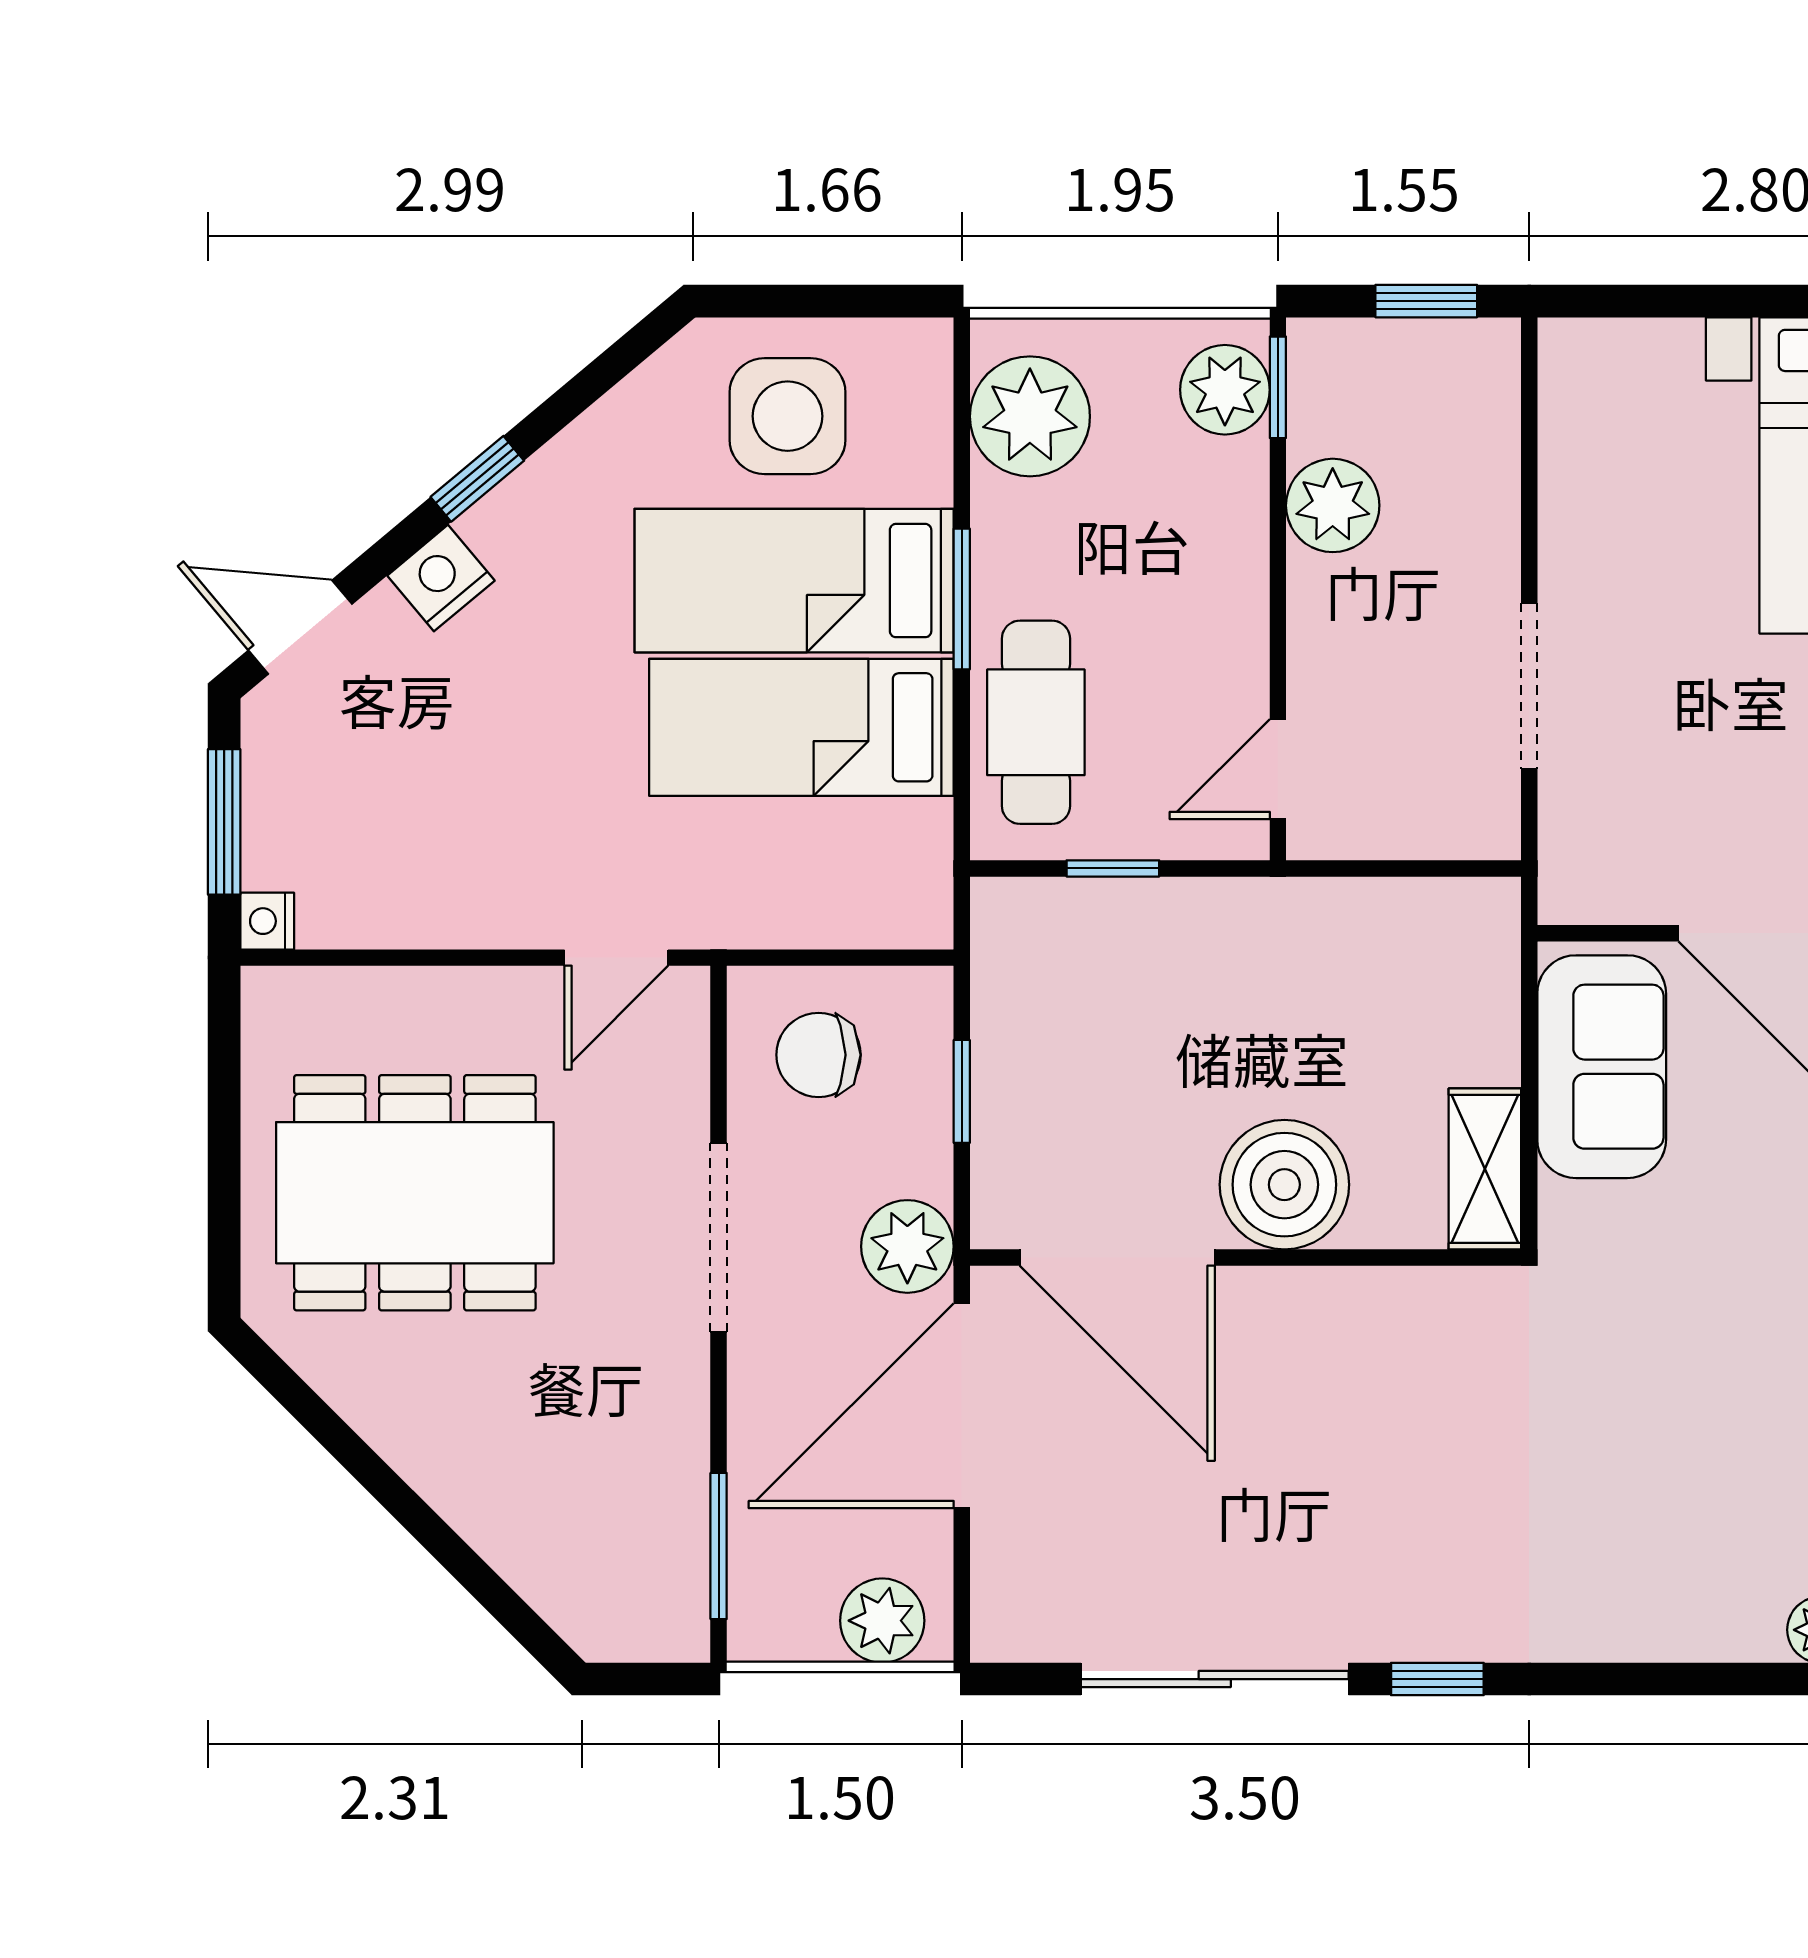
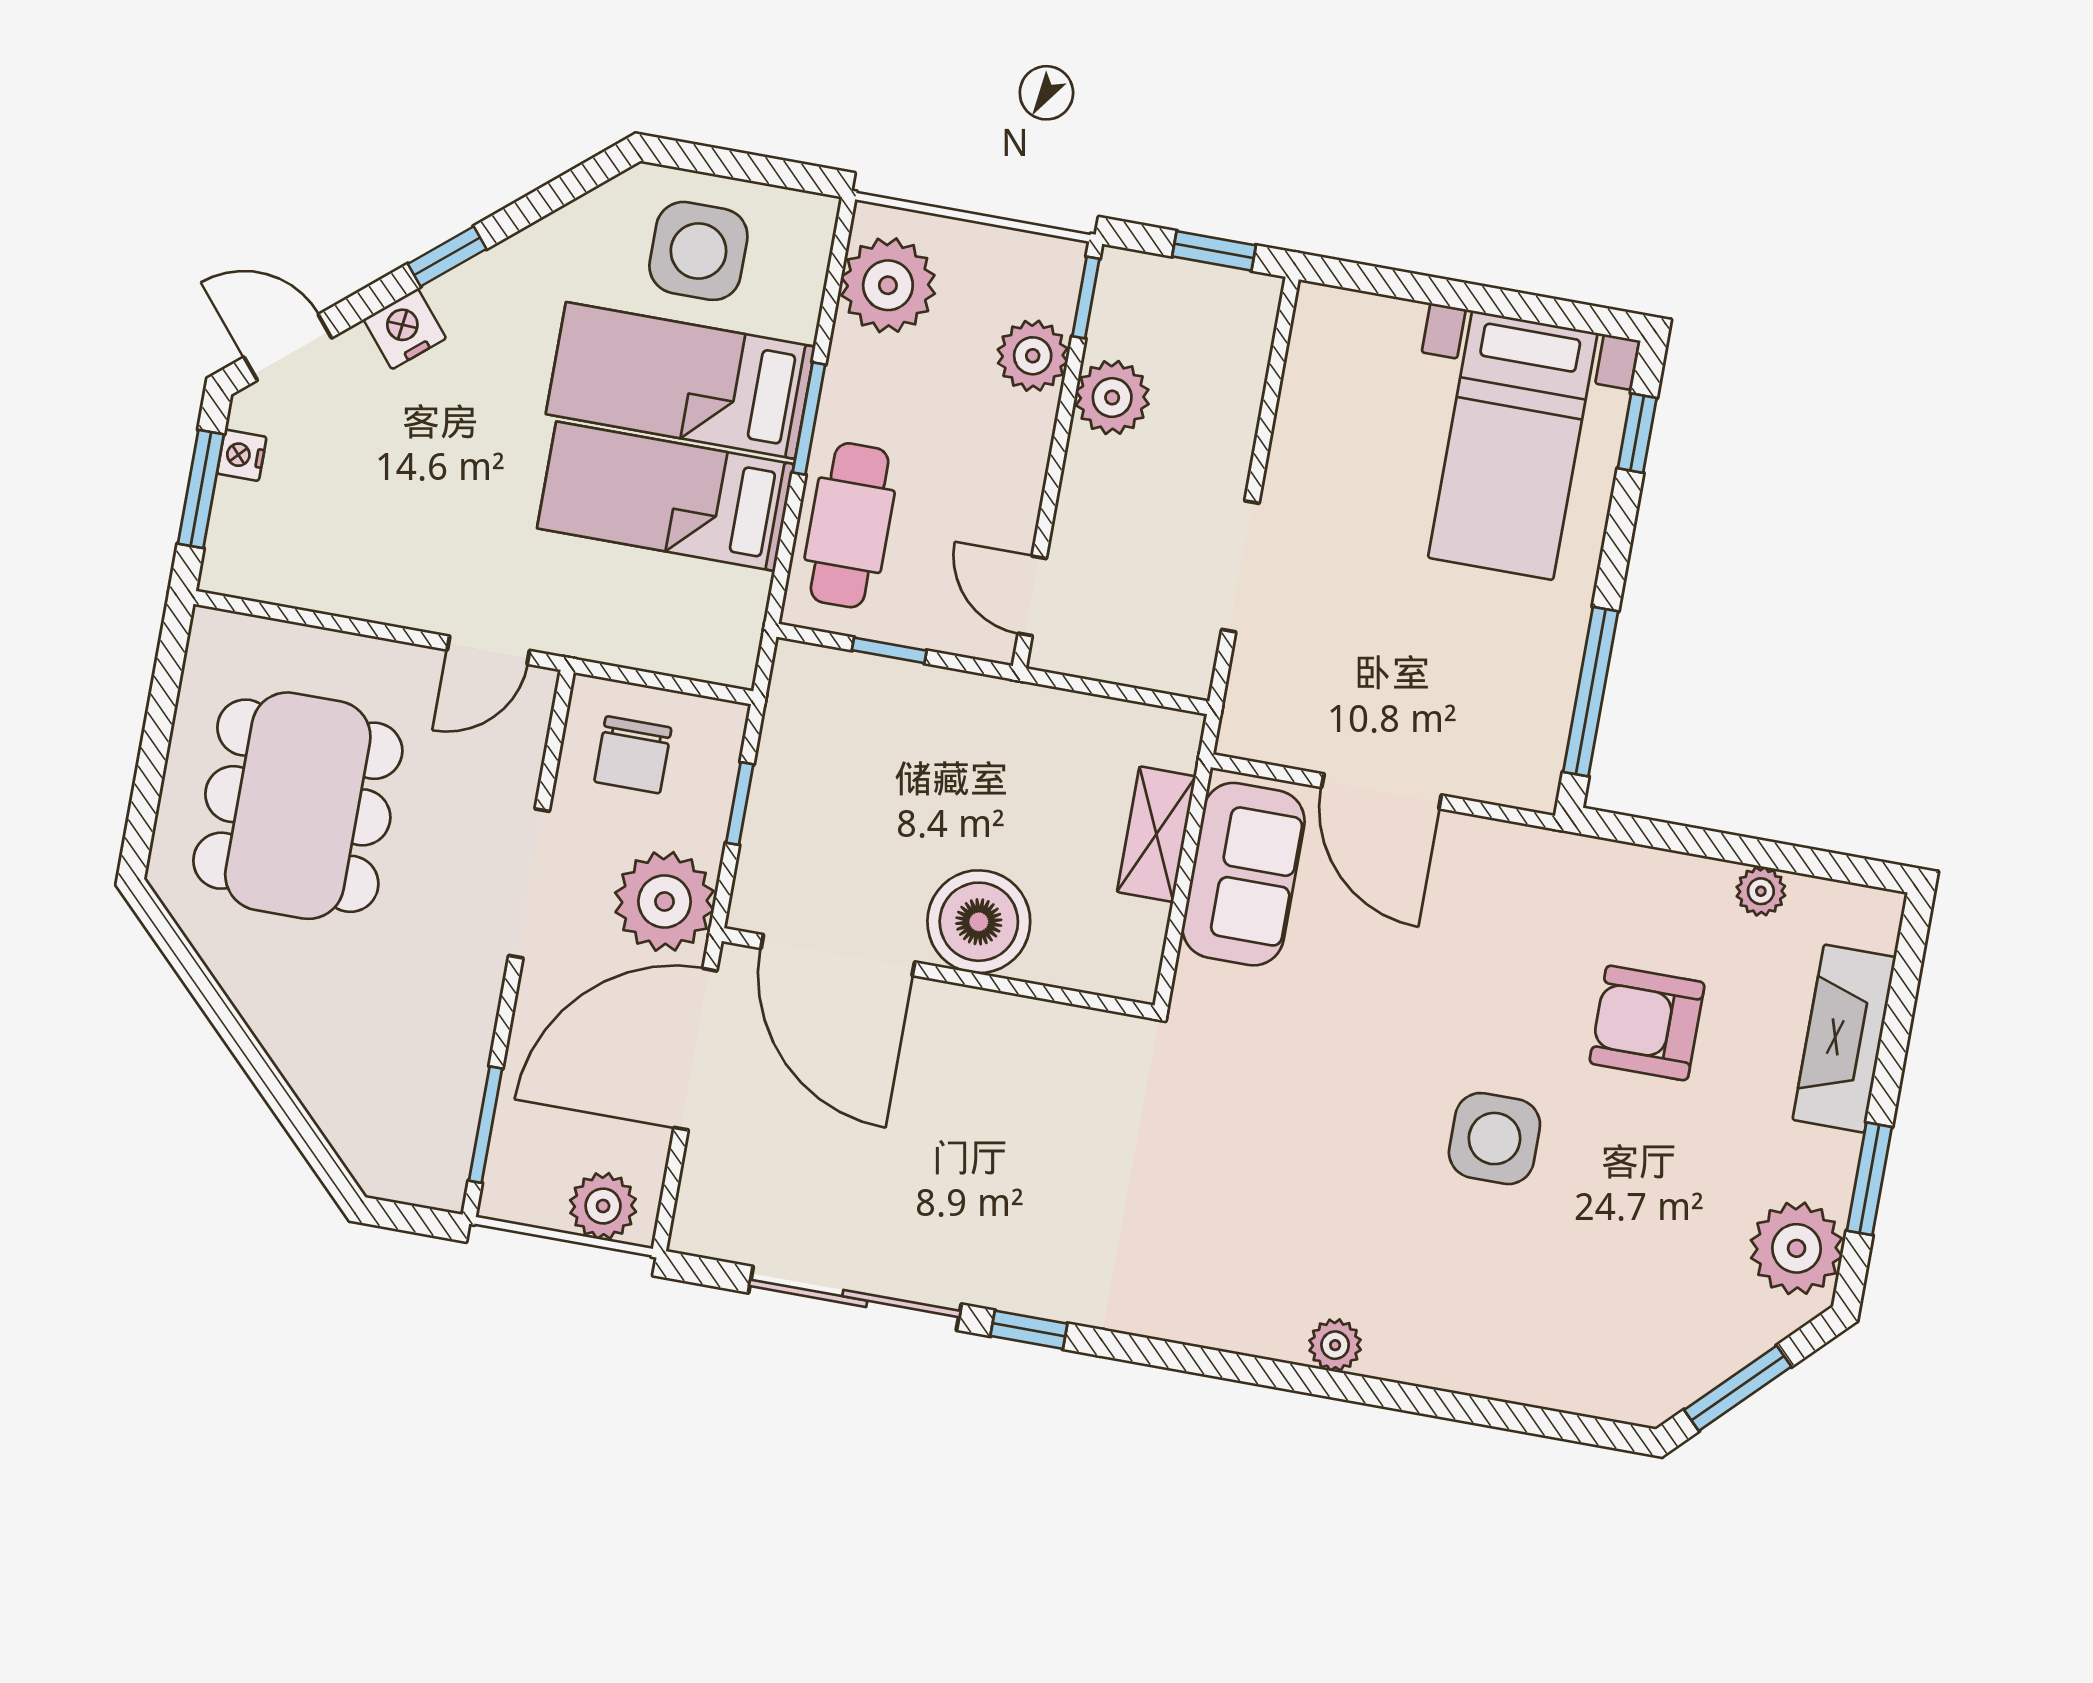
plant: (1225, 390) -> (1033, 356), moved
door: (1278, 769) -> (1032, 596), hinge flipped
nightstand: (267, 921) -> (242, 455), moved
chair: (819, 1055) -> (633, 755), turned -90
shelving: (1485, 1169) -> (1156, 834), moved
dining table: (415, 1193) -> (298, 806), turned 90
plant: (907, 1246) -> (665, 901), width x1.36, depth x1.36

